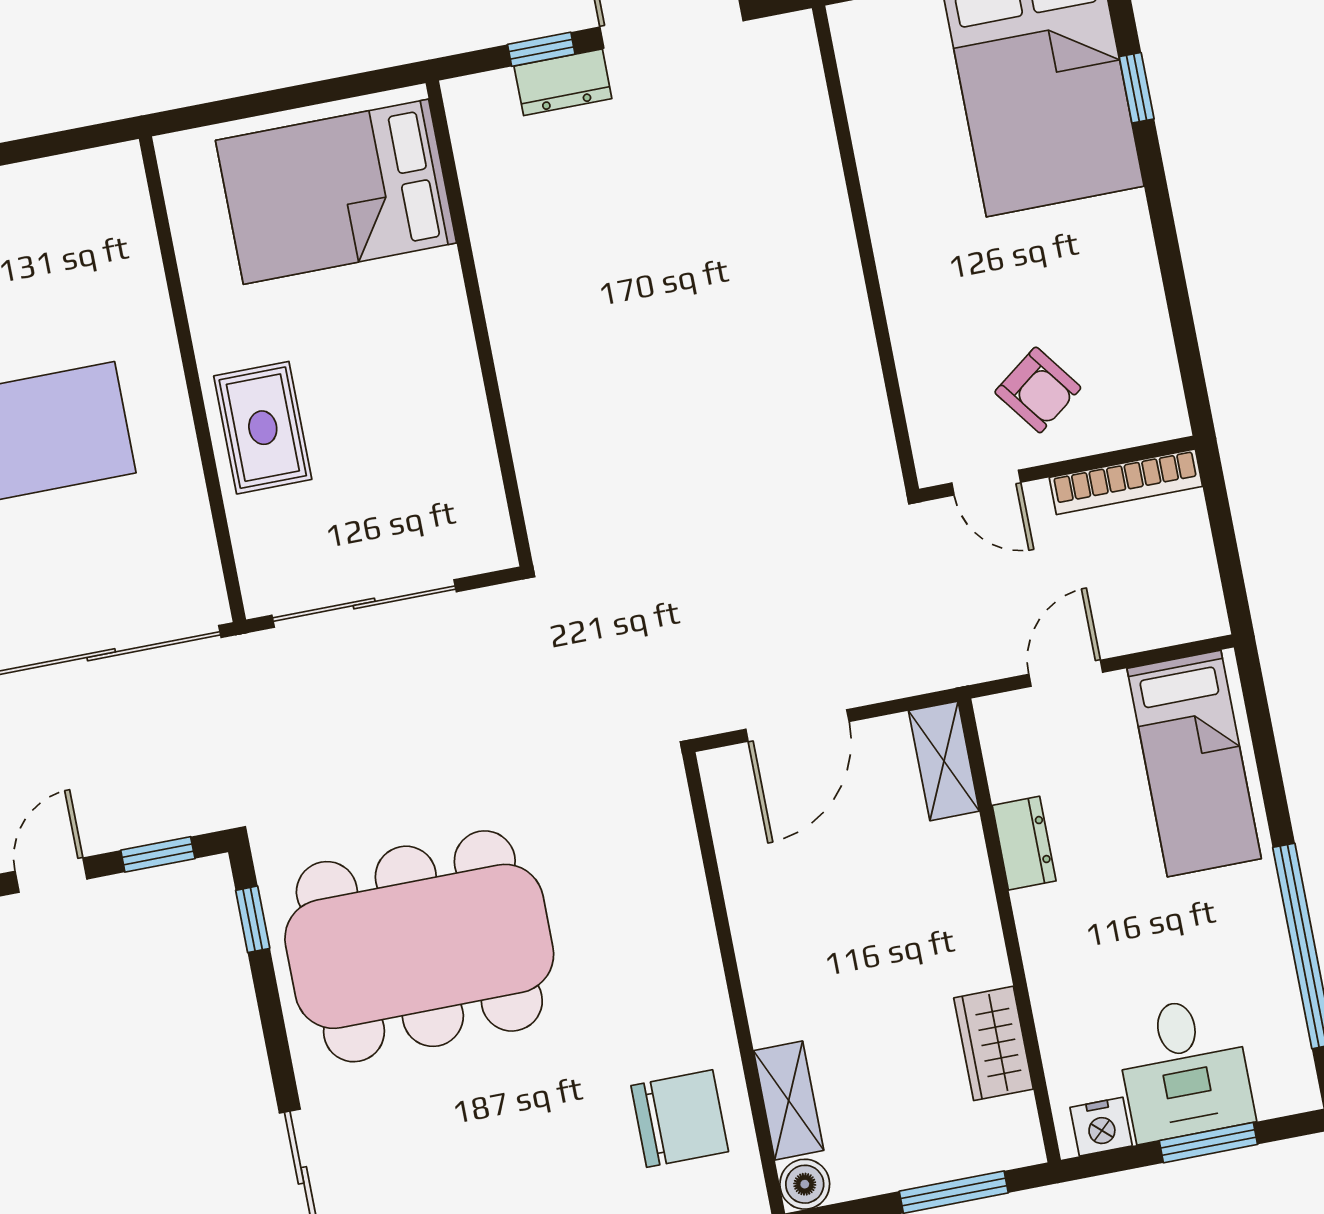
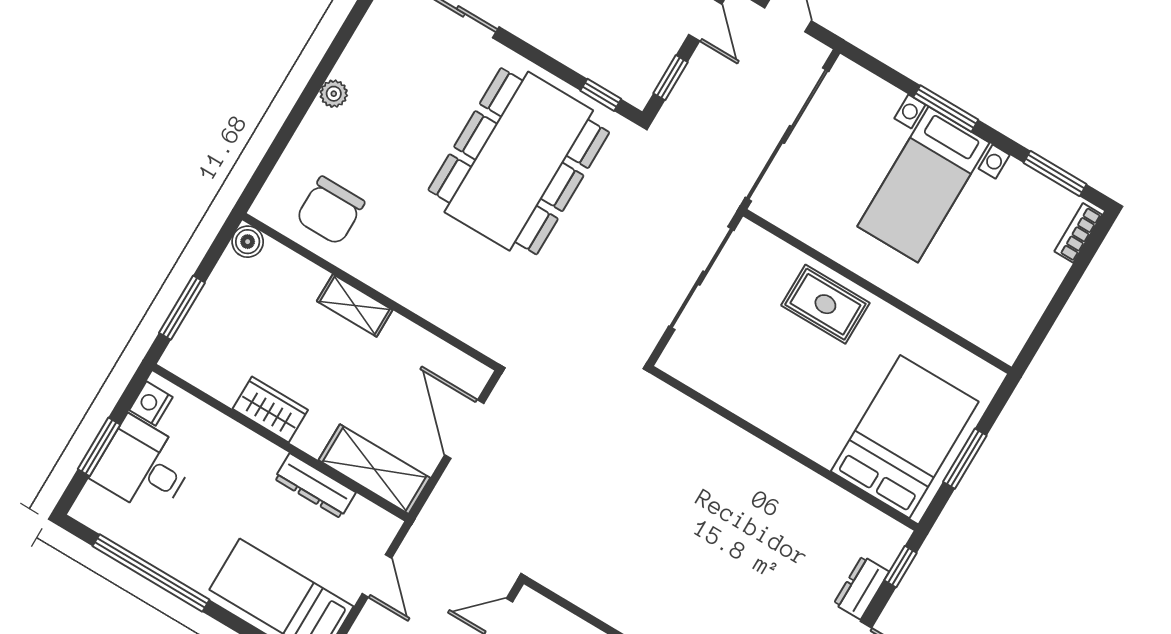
window: (541, 49) -> (900, 567), moved
window: (298, 96) -> (965, 459), added
shelving: (944, 761) -> (374, 469), width x1.50, depth x1.33
dresser: (1024, 843) -> (315, 486), width x1.44
wardrobe: (994, 1043) -> (270, 409), moved
shelving: (789, 1100) -> (355, 306), moved

